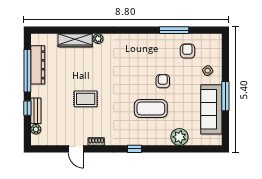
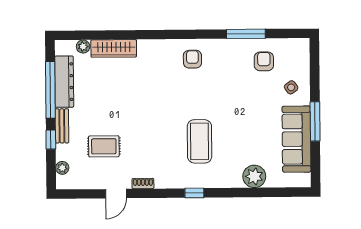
plant: (98, 39) -> (83, 47), moved
armchair: (163, 81) -> (192, 59), moved
rug: (86, 99) -> (104, 146), moved
coffee table: (151, 109) -> (199, 141), moved, turned 90
bench: (36, 111) -> (62, 126), moved
door: (76, 149) -> (116, 194), hinge flipped

